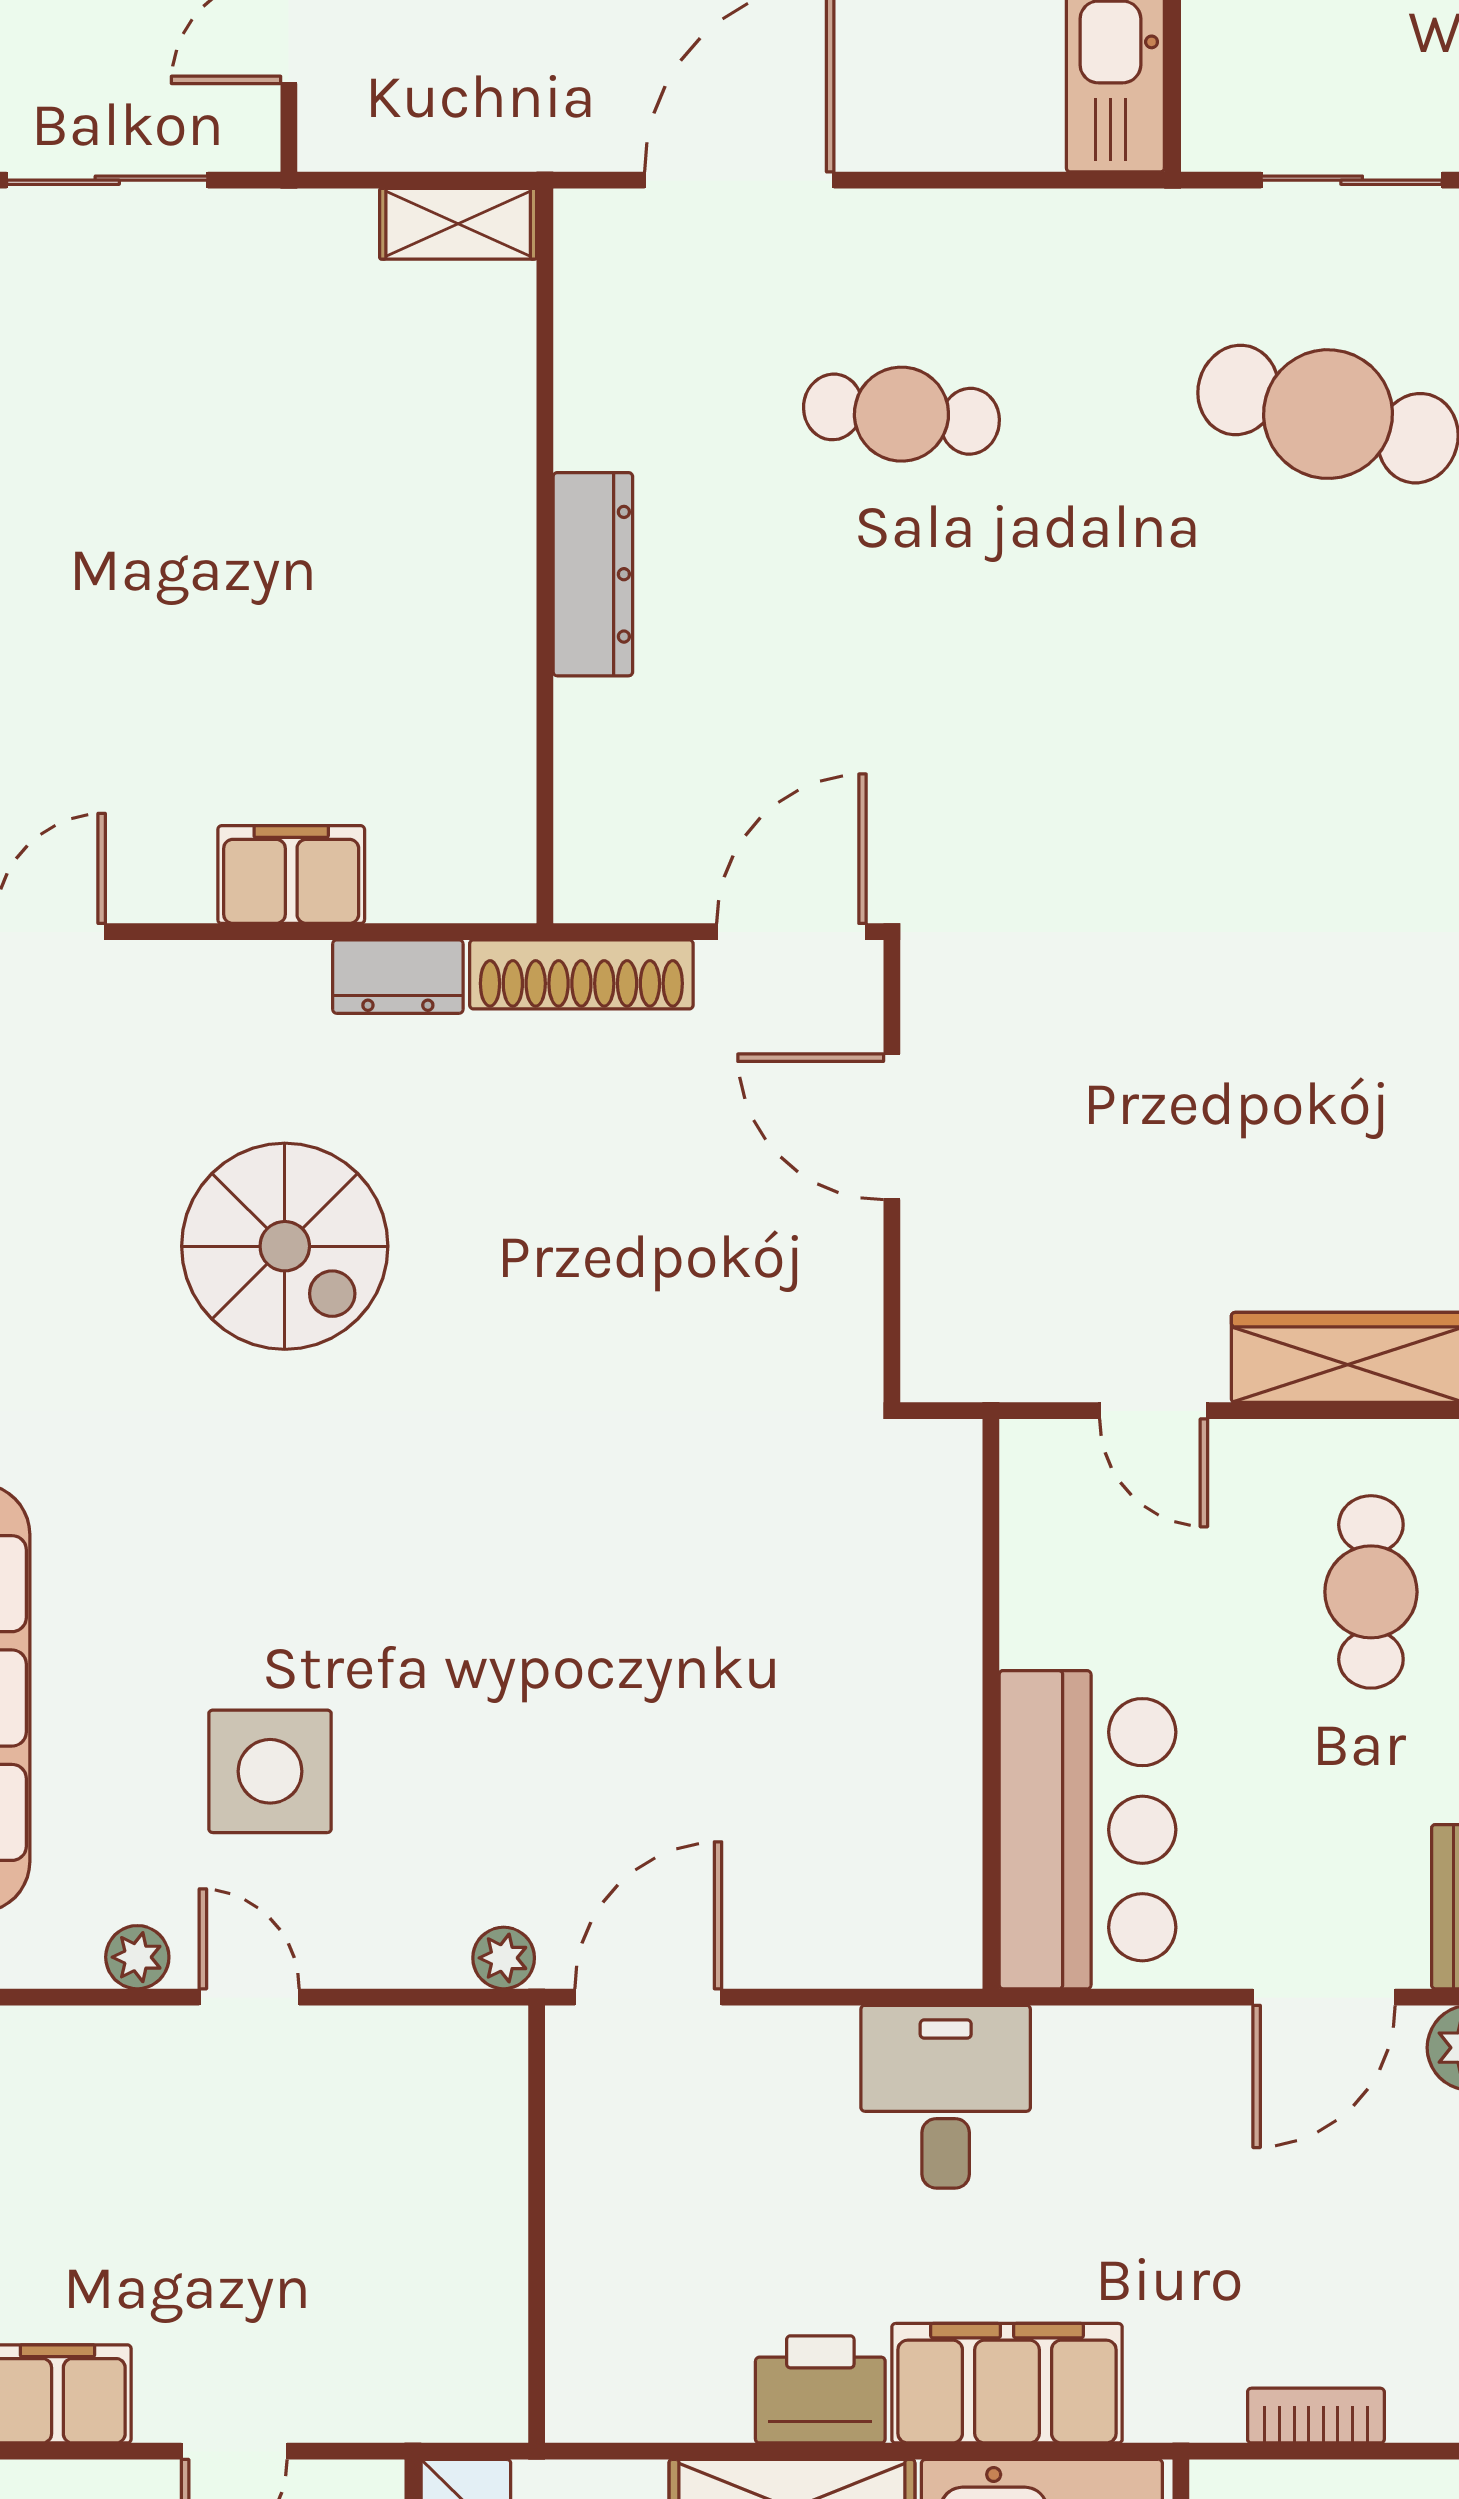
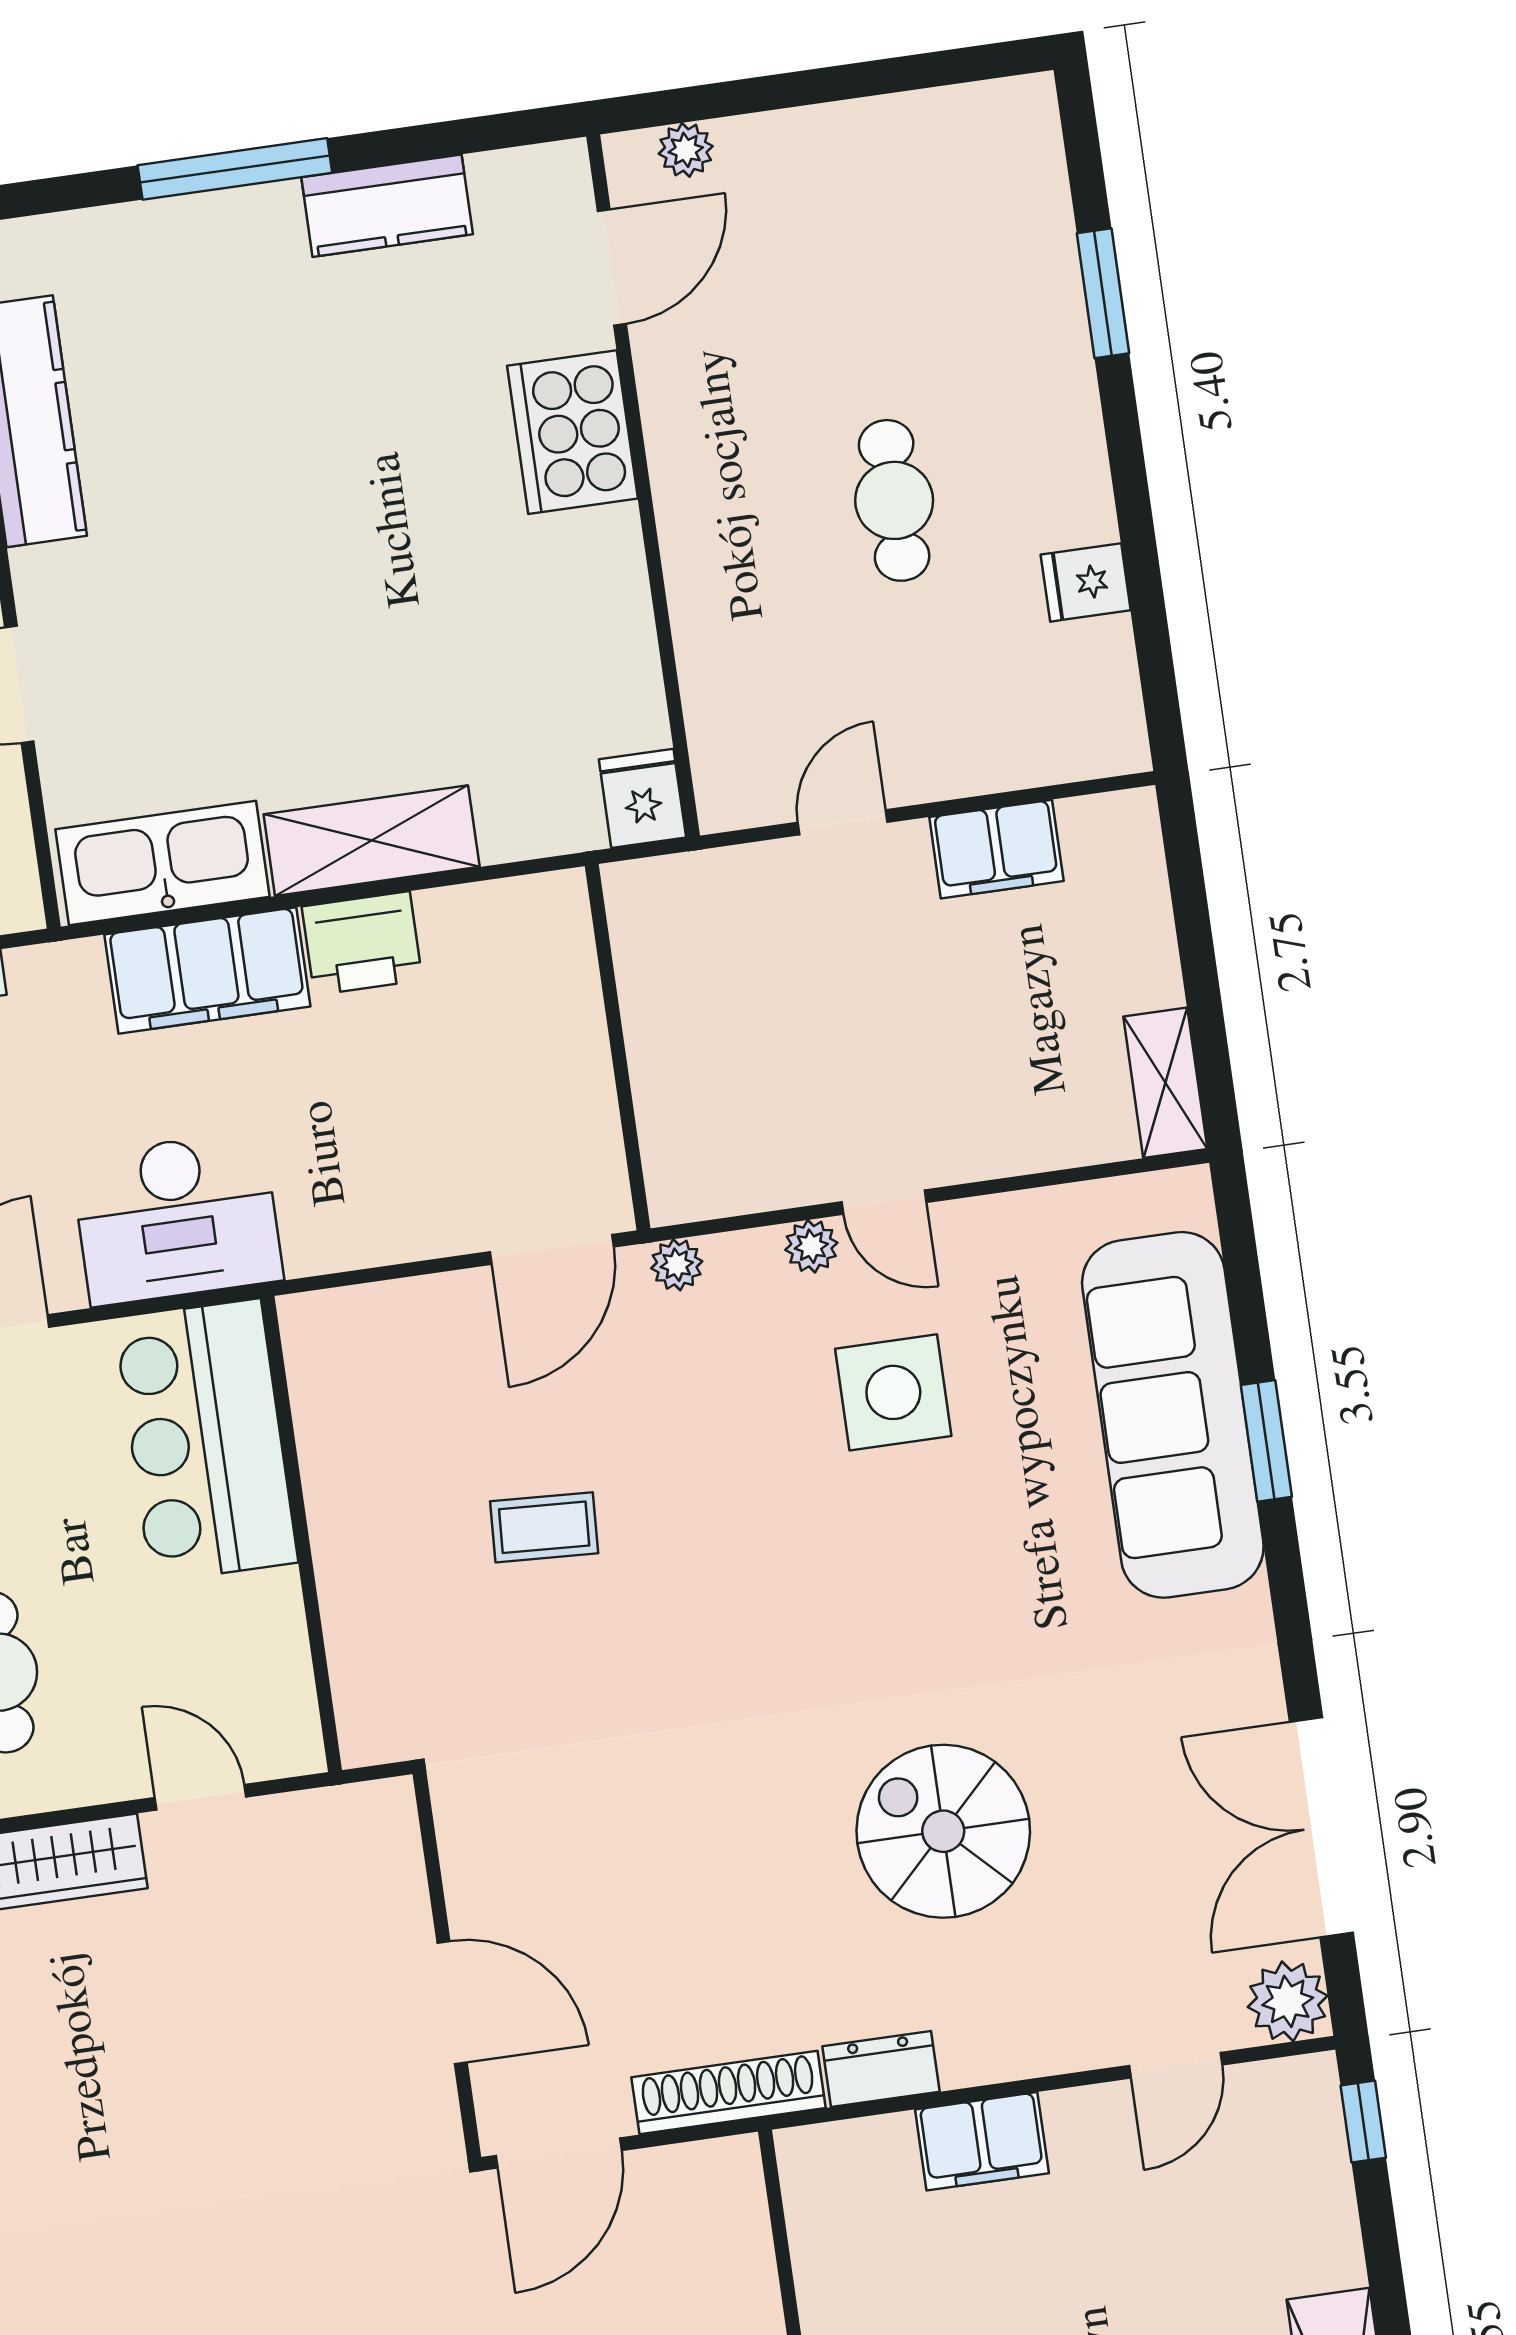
coffee table: (704, 1671) -> (544, 1527), added
plant: (137, 1957) -> (811, 1246), moved
desk: (946, 2097) -> (177, 1218), moved, width x1.37

